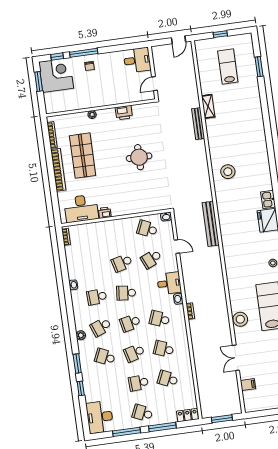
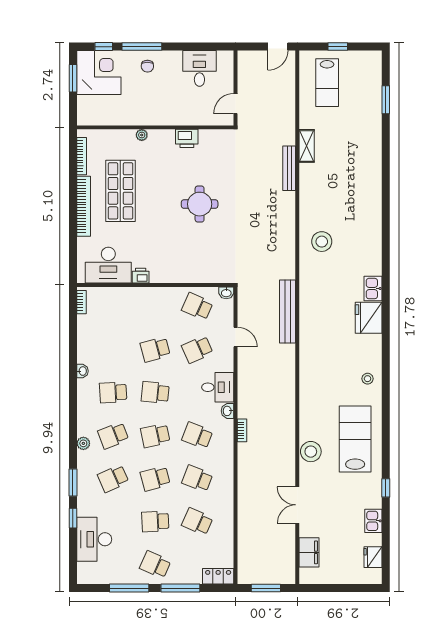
desk: (137, 60) -> (199, 68), moved, turned -90
lab bench: (228, 67) -> (327, 83), moved, turned 180
school desk: (105, 357) -> (113, 479), turned -48
filing cabinet: (248, 385) -> (309, 552), width x2.00
desk: (100, 417) -> (94, 539), moved

